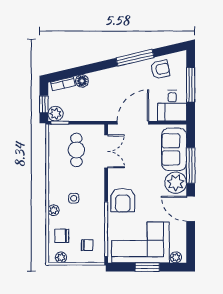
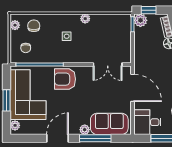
cafe table: (76, 150) -> (109, 39), removed
plant: (176, 183) -> (85, 130), width x0.53, depth x0.53
plant: (53, 210) -> (85, 19), moved

